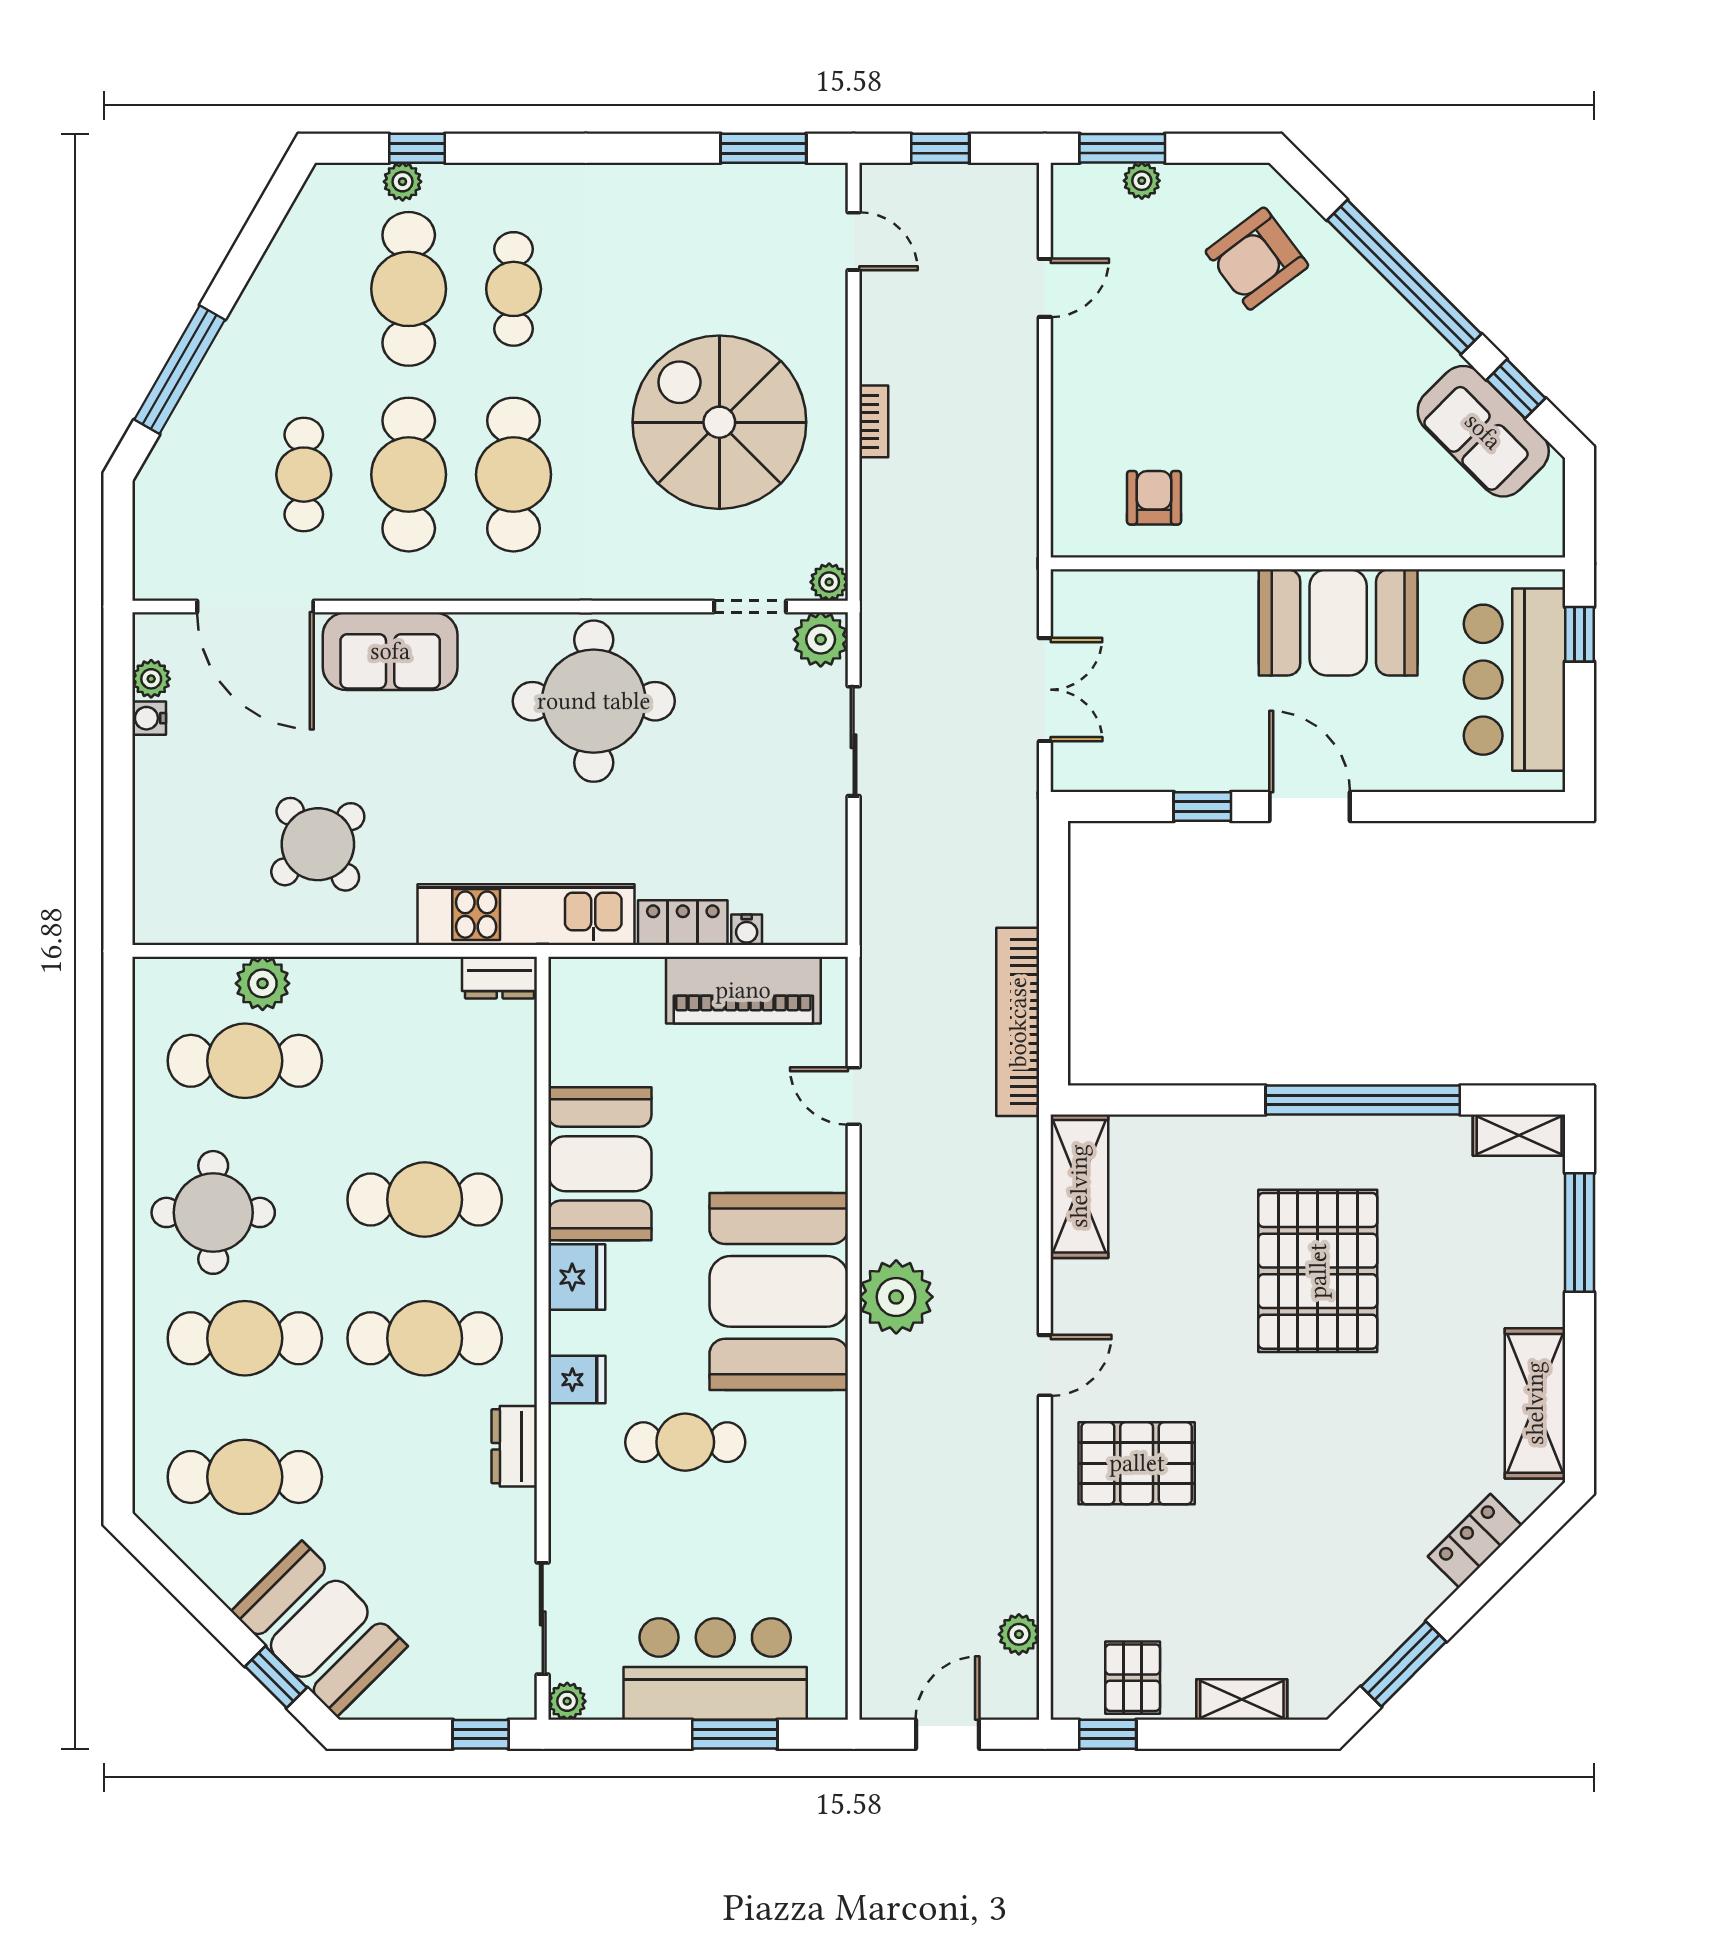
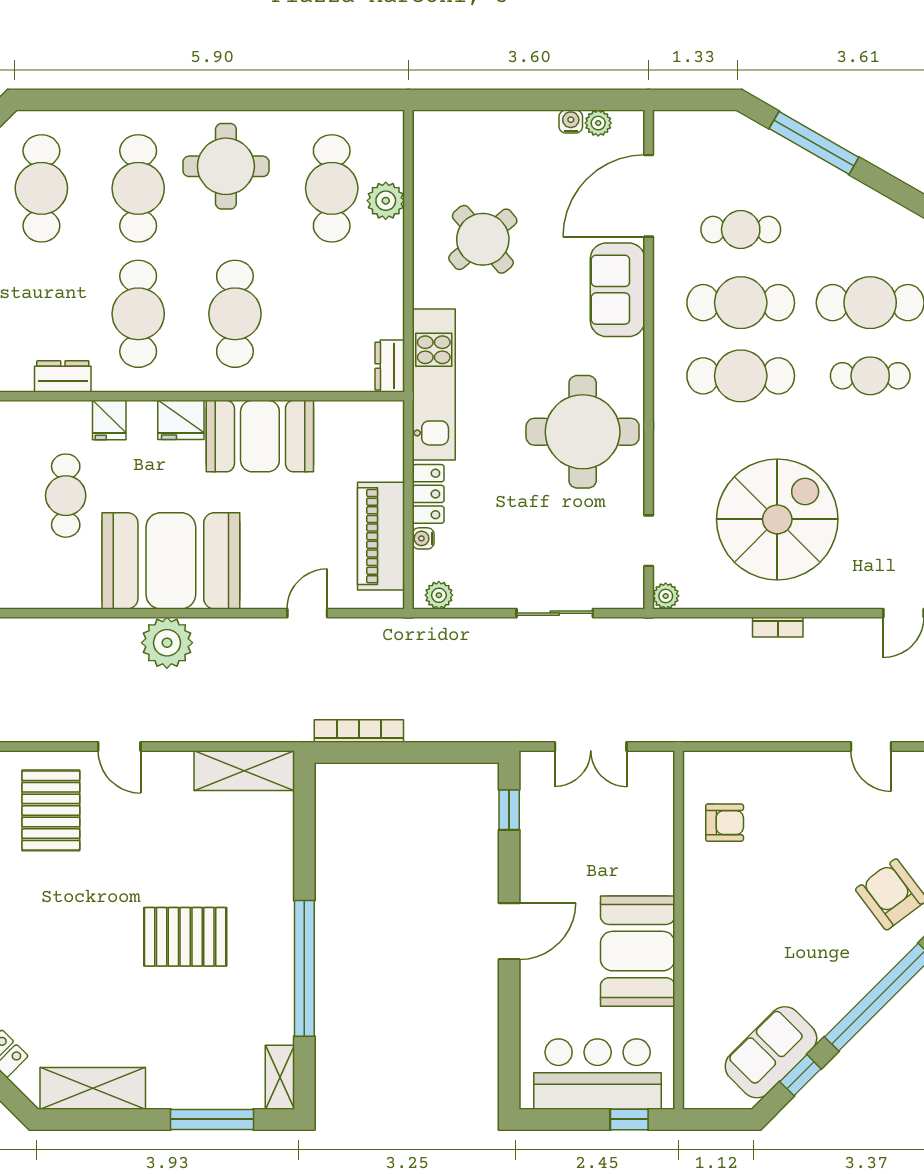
plant: (821, 639) -> (439, 595), moved, width x0.73, depth x0.73
window: (1202, 806) -> (509, 810), moved
bookcase: (1018, 1022) -> (359, 731), width x0.68, depth x0.76
pallet: (1318, 1271) -> (185, 937), width x0.73, depth x0.71

